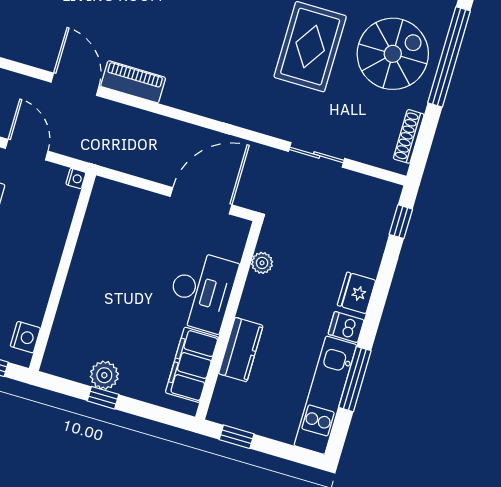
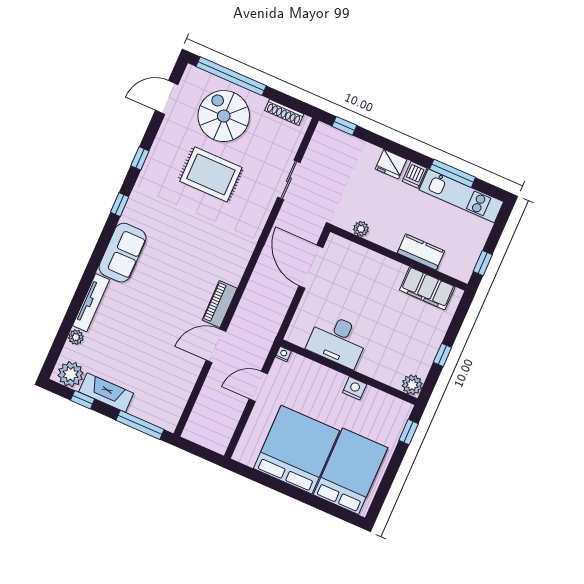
desk: (202, 291) -> (338, 340), moved, turned 180
nightstand: (25, 337) -> (355, 388), moved
plant: (104, 375) -> (412, 385), moved

